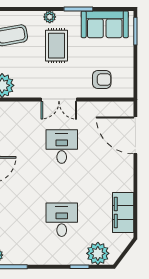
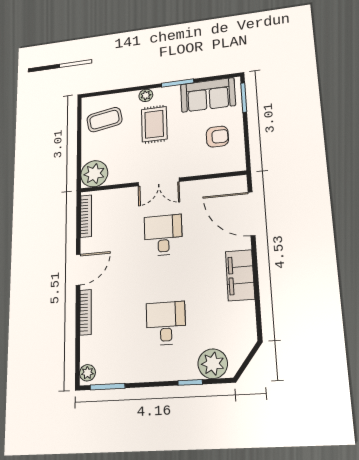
armchair: (102, 80) -> (217, 137), moved
filing cabinet: (123, 213) -> (240, 275), moved

